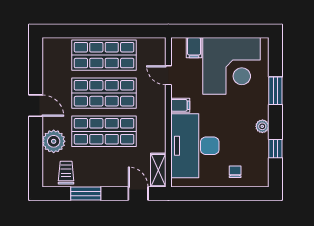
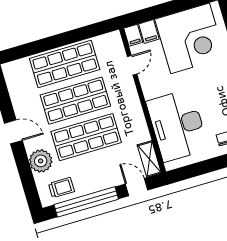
door: (168, 75) -> (132, 65), swing flipped
filing cabinet: (180, 105) -> (133, 35), moved, turned 90
trolley: (66, 173) -> (61, 187), turned 90
window: (86, 193) -> (86, 202), width x2.11

